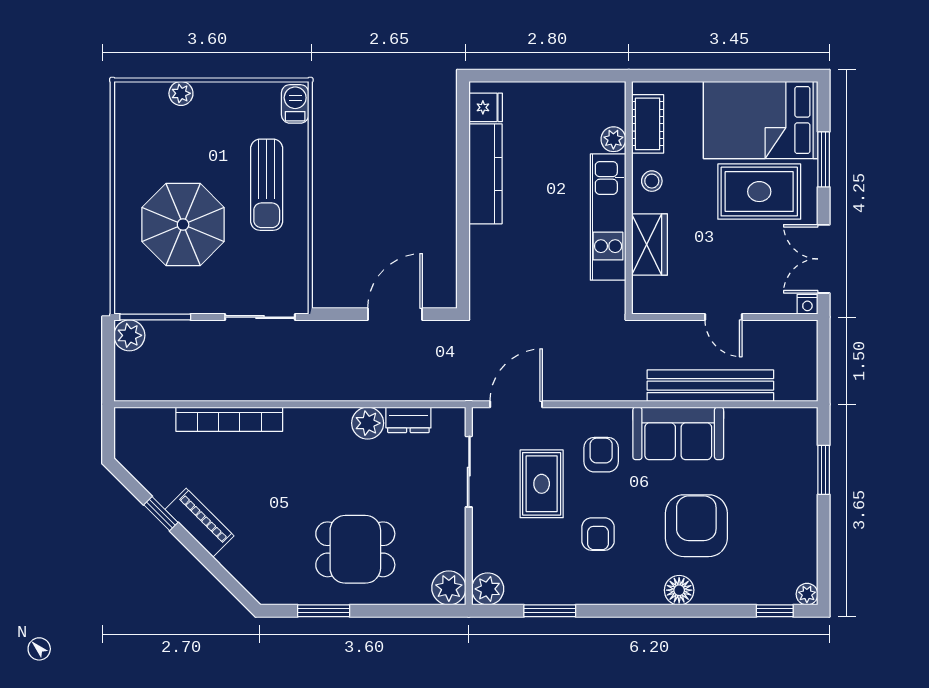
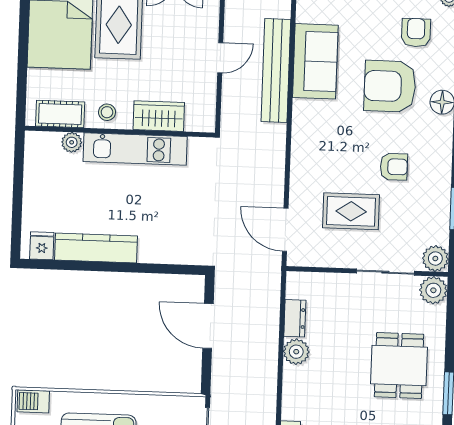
sofa: (678, 433) -> (315, 61), moved
armchair: (601, 455) -> (416, 33), moved, turned 90
sliding door: (469, 472) -> (385, 272), moved

